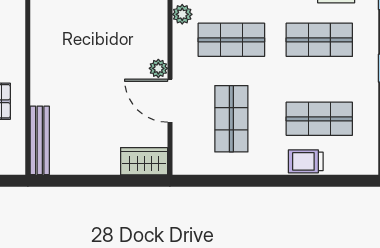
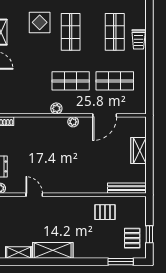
shop shelf: (231, 40) -> (71, 81), turned 90
plant: (158, 68) -> (73, 122), moved
wardrobe: (144, 161) -> (139, 151), moved

